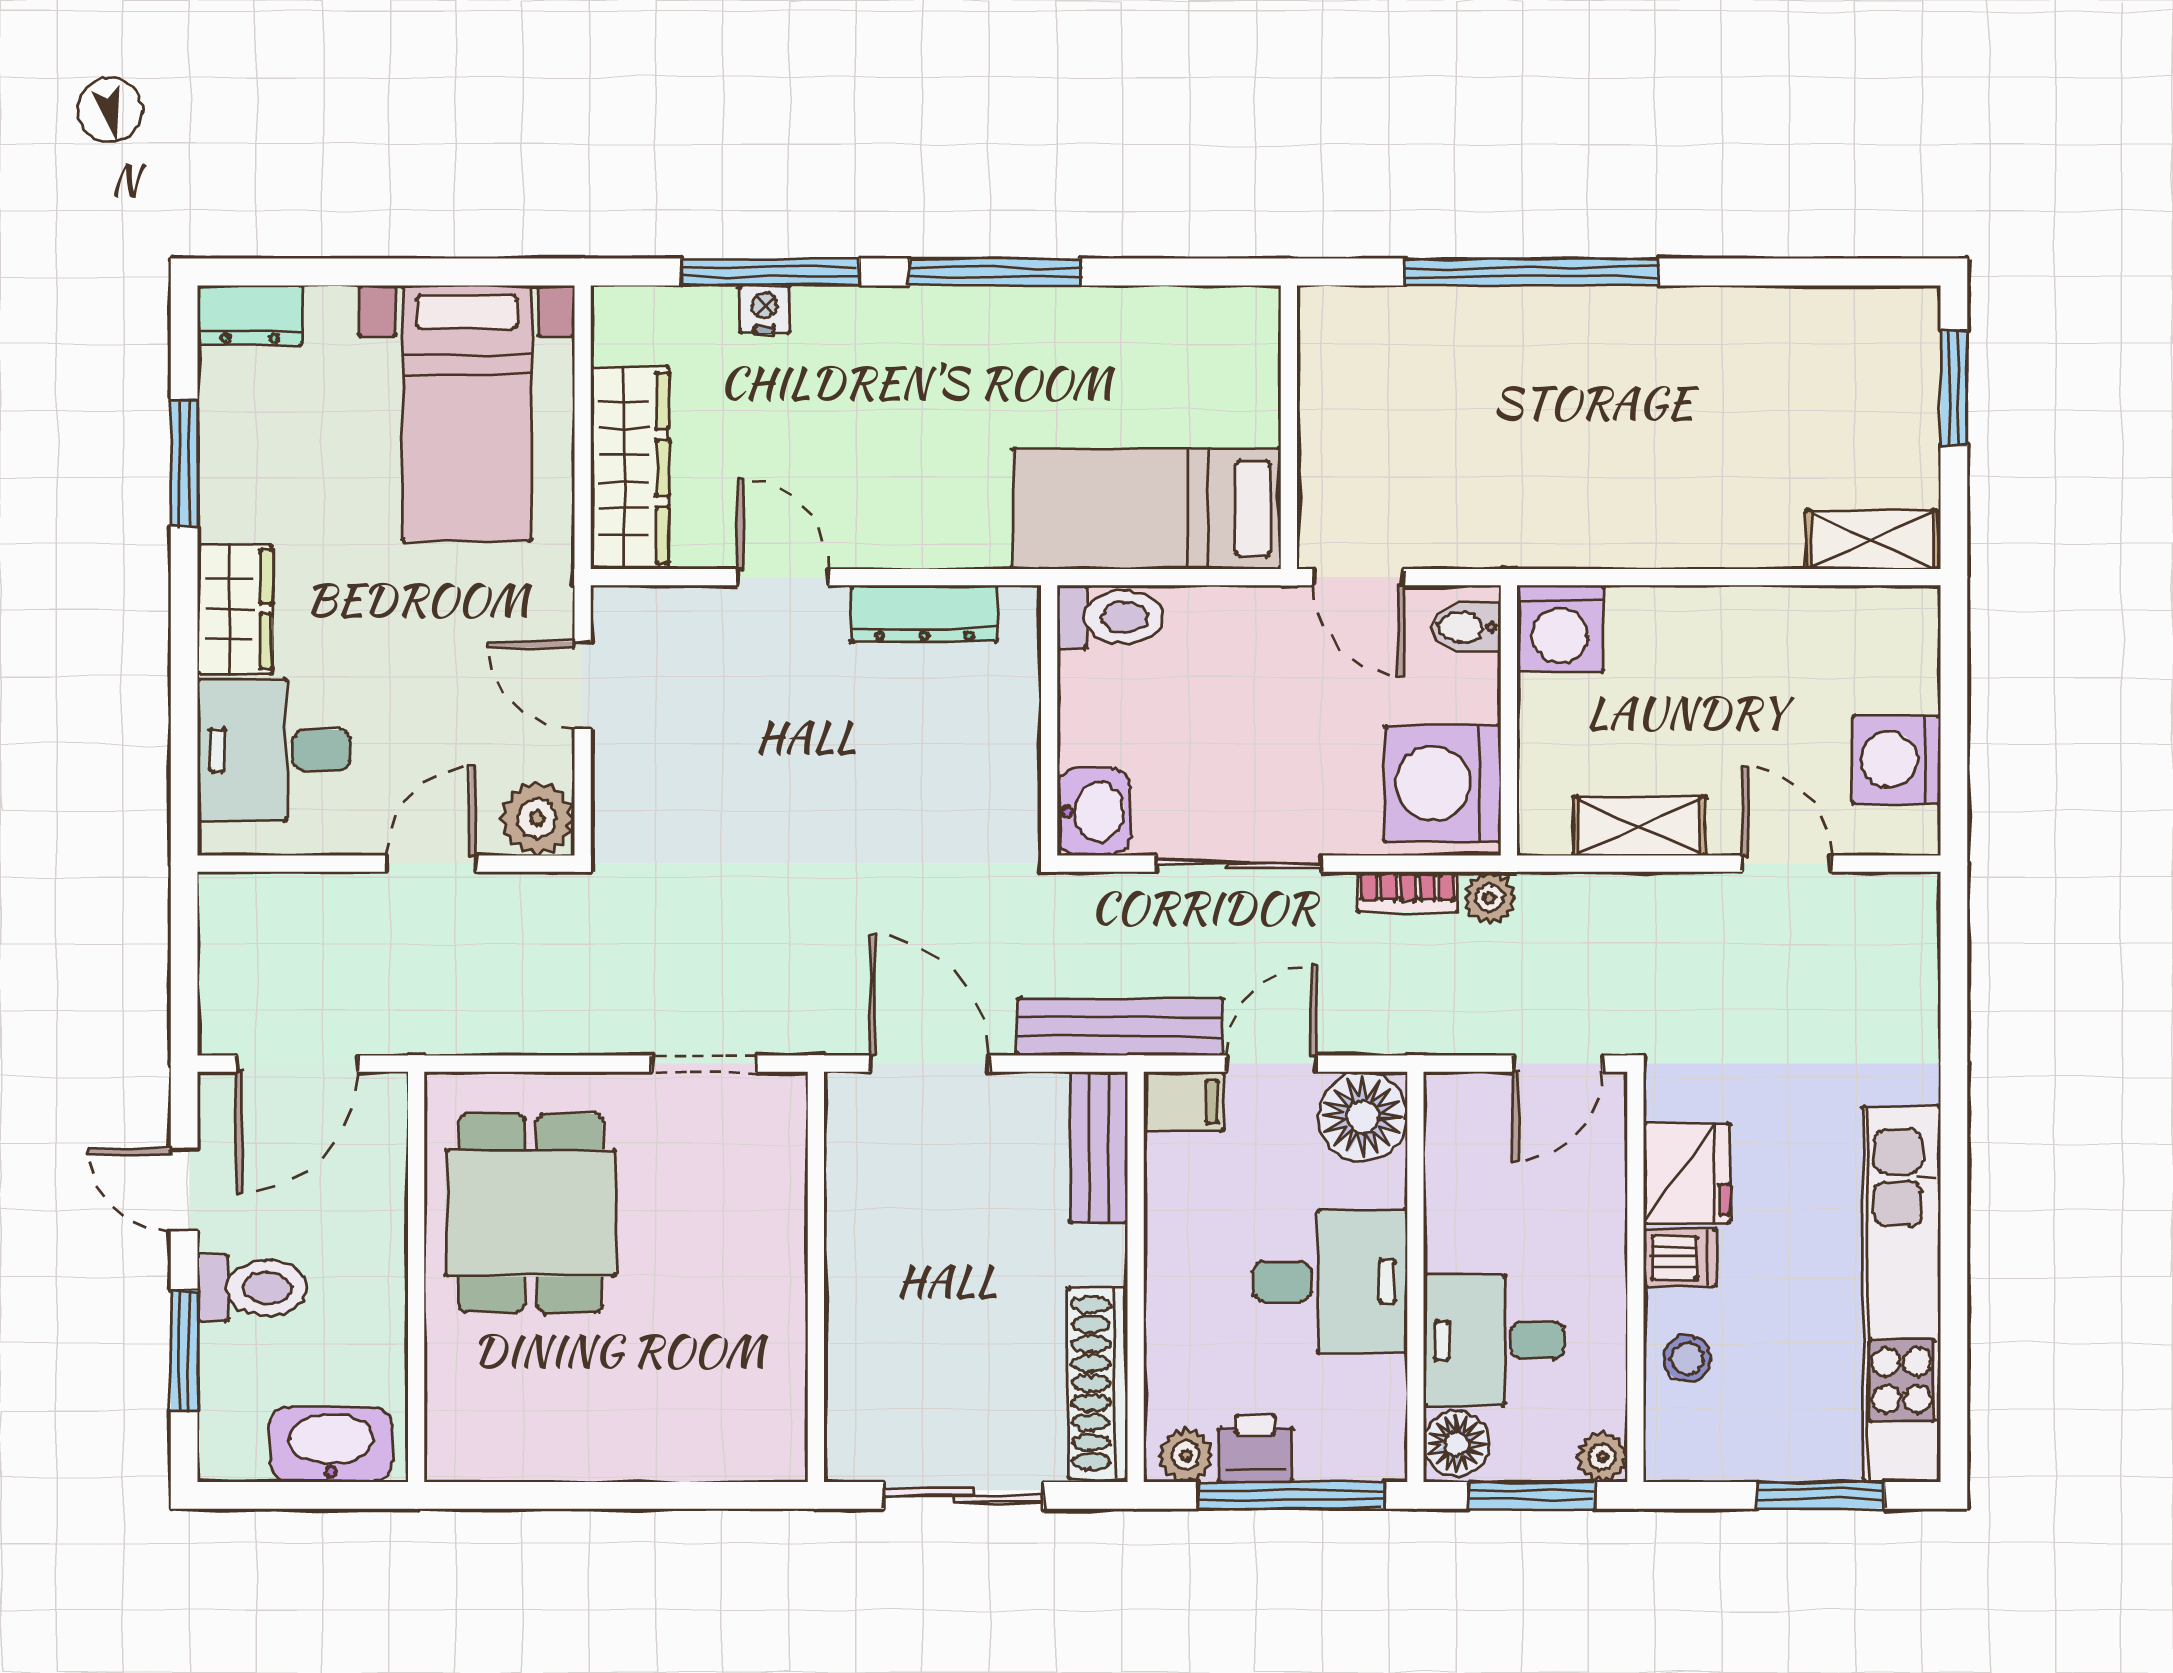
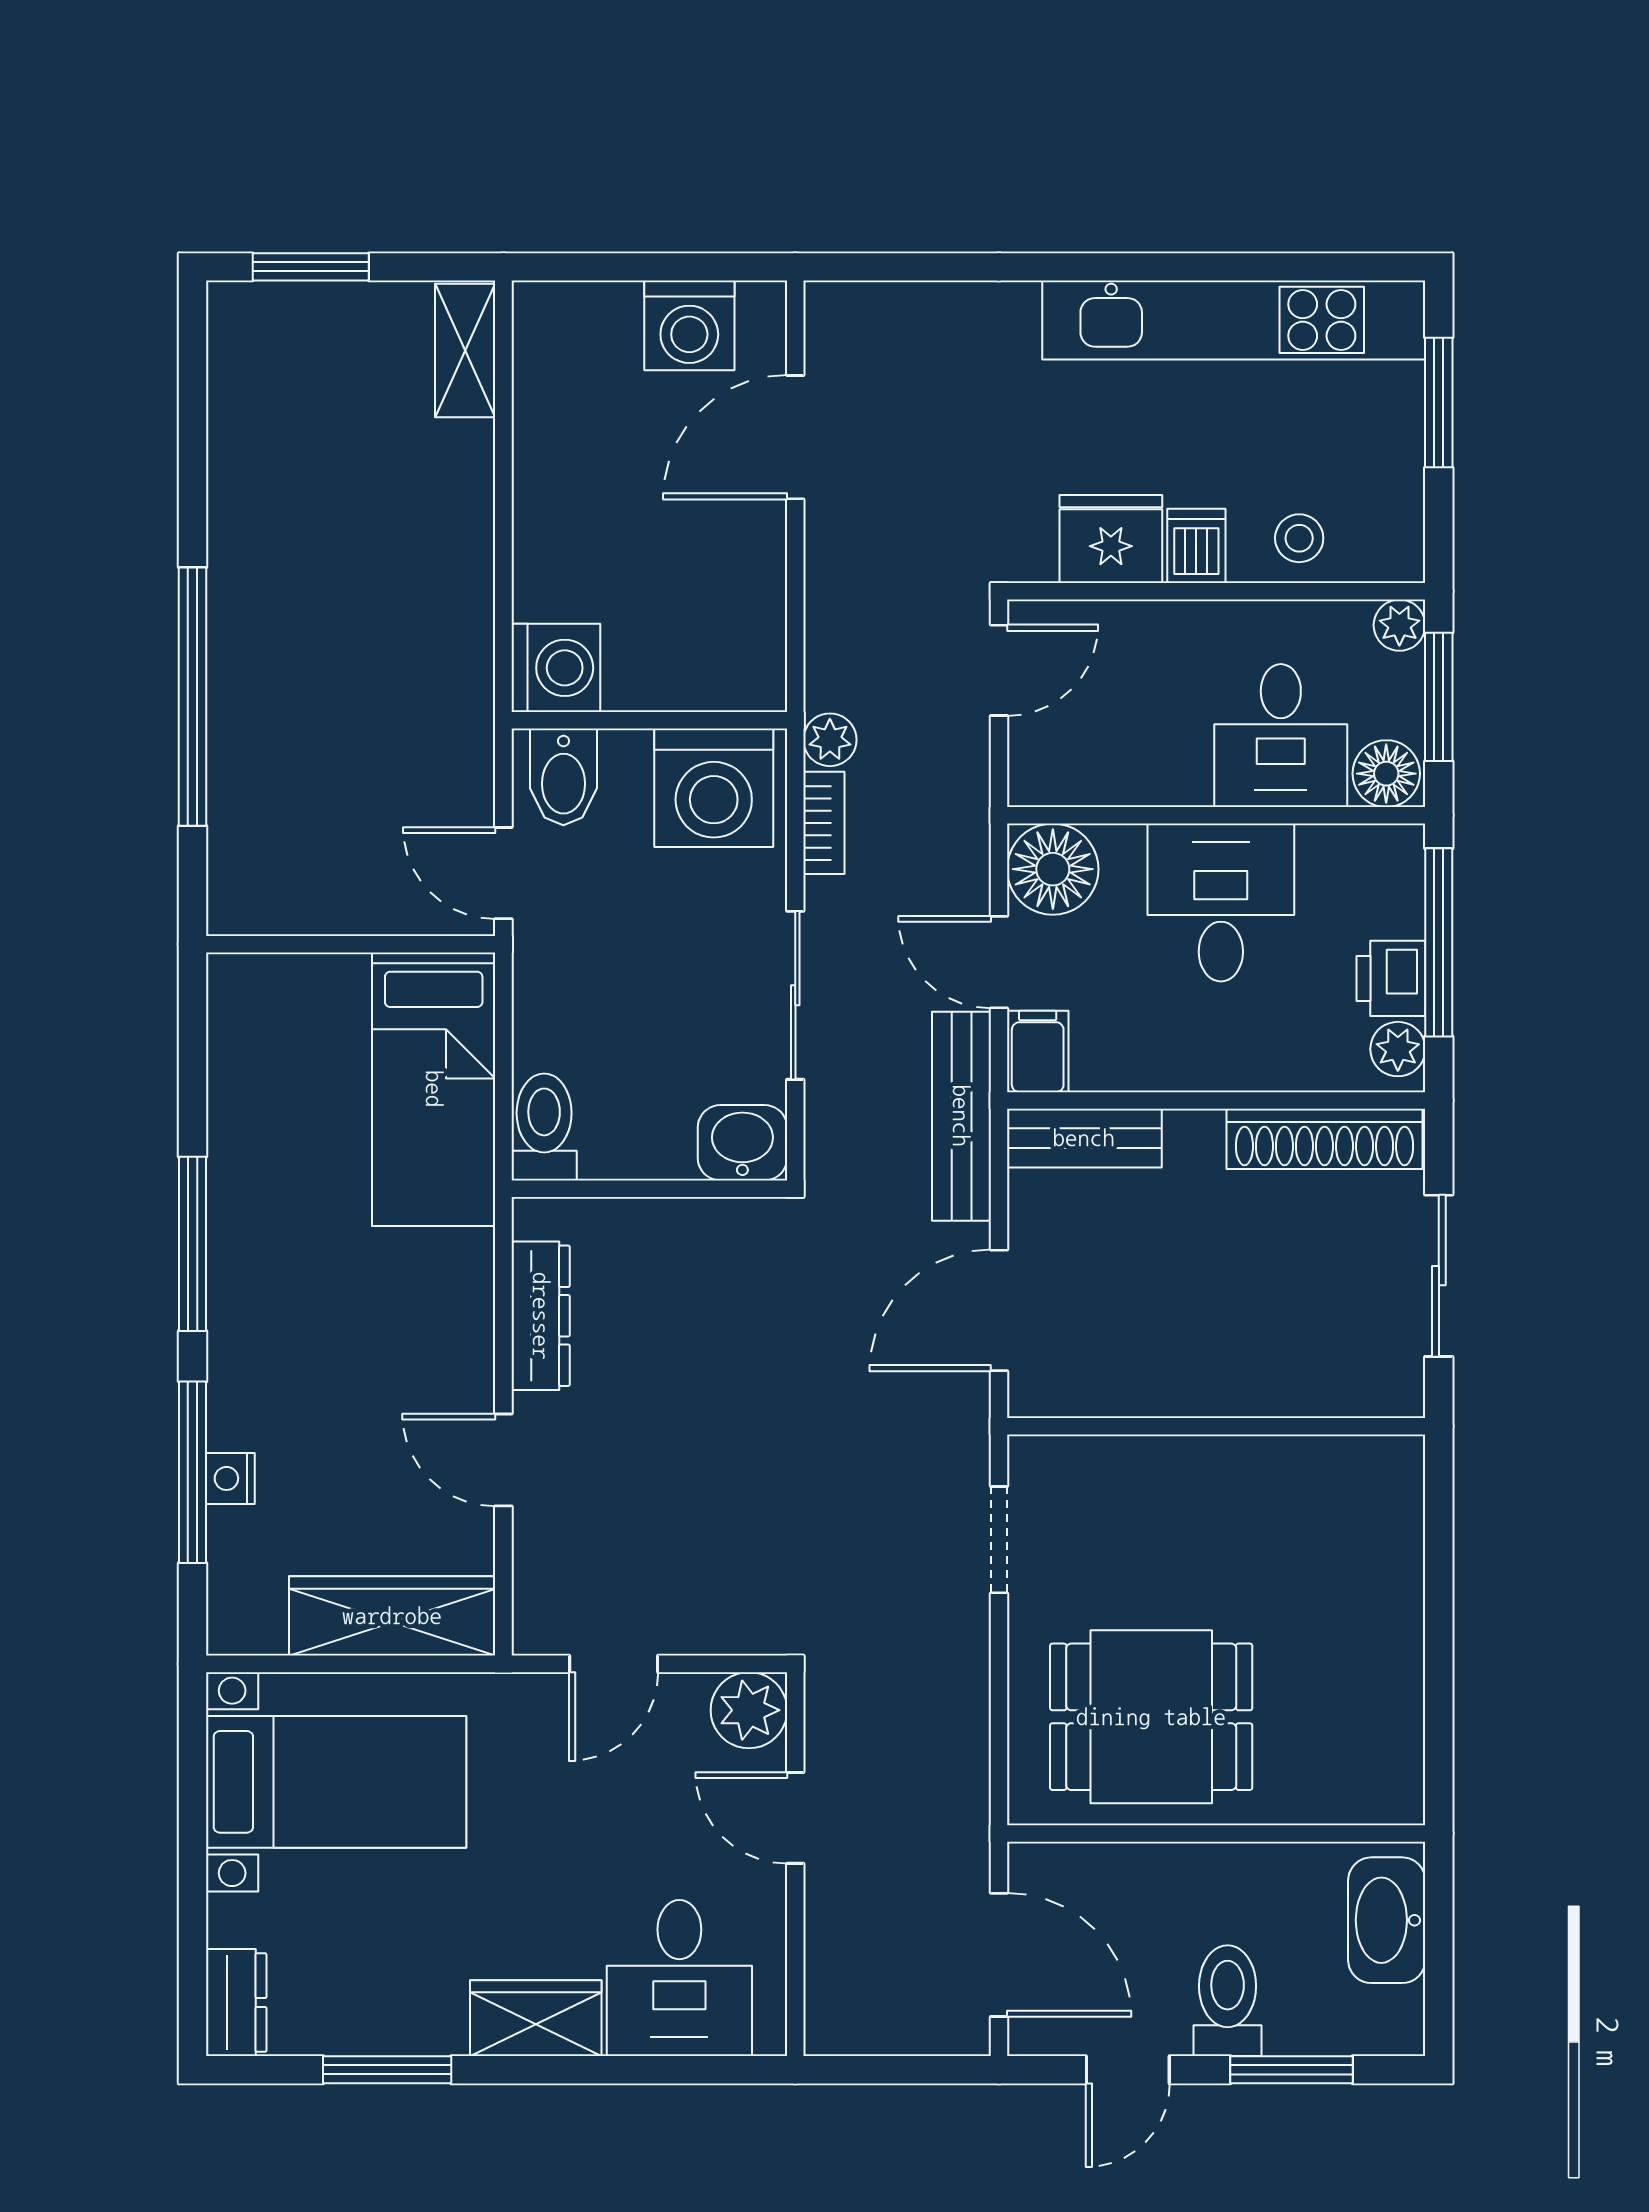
door: (783, 577) -> (503, 1460), hinge flipped
door: (1359, 577) -> (503, 873), swing flipped
bidet: (1466, 627) -> (563, 777), width x1.38, depth x1.36
shelving: (1639, 826) -> (757, 588), removed
door: (1787, 864) -> (795, 437), width x1.38
door: (1558, 1064) -> (999, 670), hinge flipped

